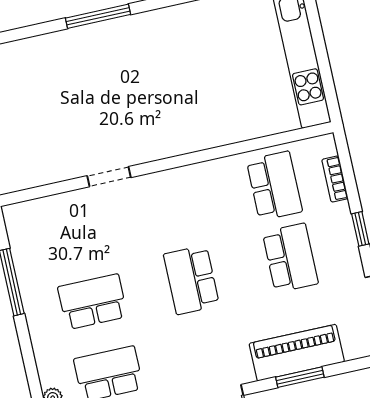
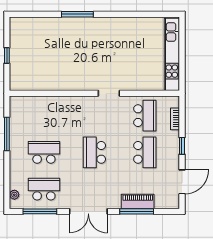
doorway: (109, 177) -> (109, 93), moved
piano: (297, 353) -> (138, 201), width x0.73, depth x0.75
window: (300, 377) -> (137, 211), width x1.44

